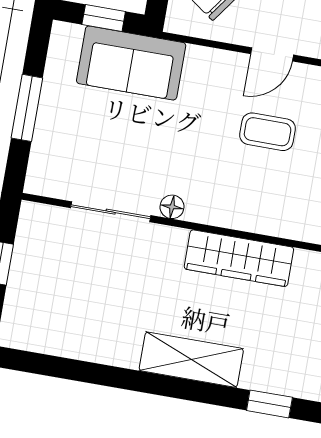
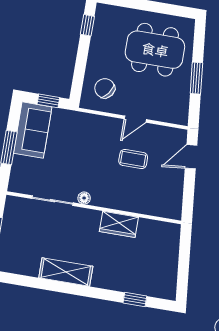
sofa: (131, 63) -> (33, 130), moved, turned -90
wardrobe: (239, 258) -> (119, 224), width x0.67
shelving: (191, 360) -> (66, 272), moved

